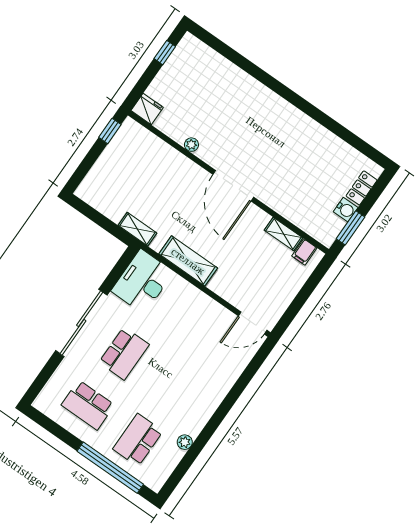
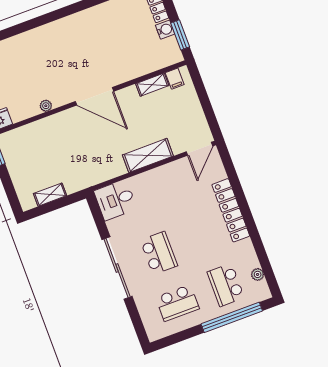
shelving: (137, 229) -> (50, 195), moved
shelving: (188, 261) -> (148, 155), moved
desk: (142, 282) -> (115, 200), width x0.73
locker: (214, 395) -> (231, 210), added
plant: (185, 442) -> (258, 274), moved

